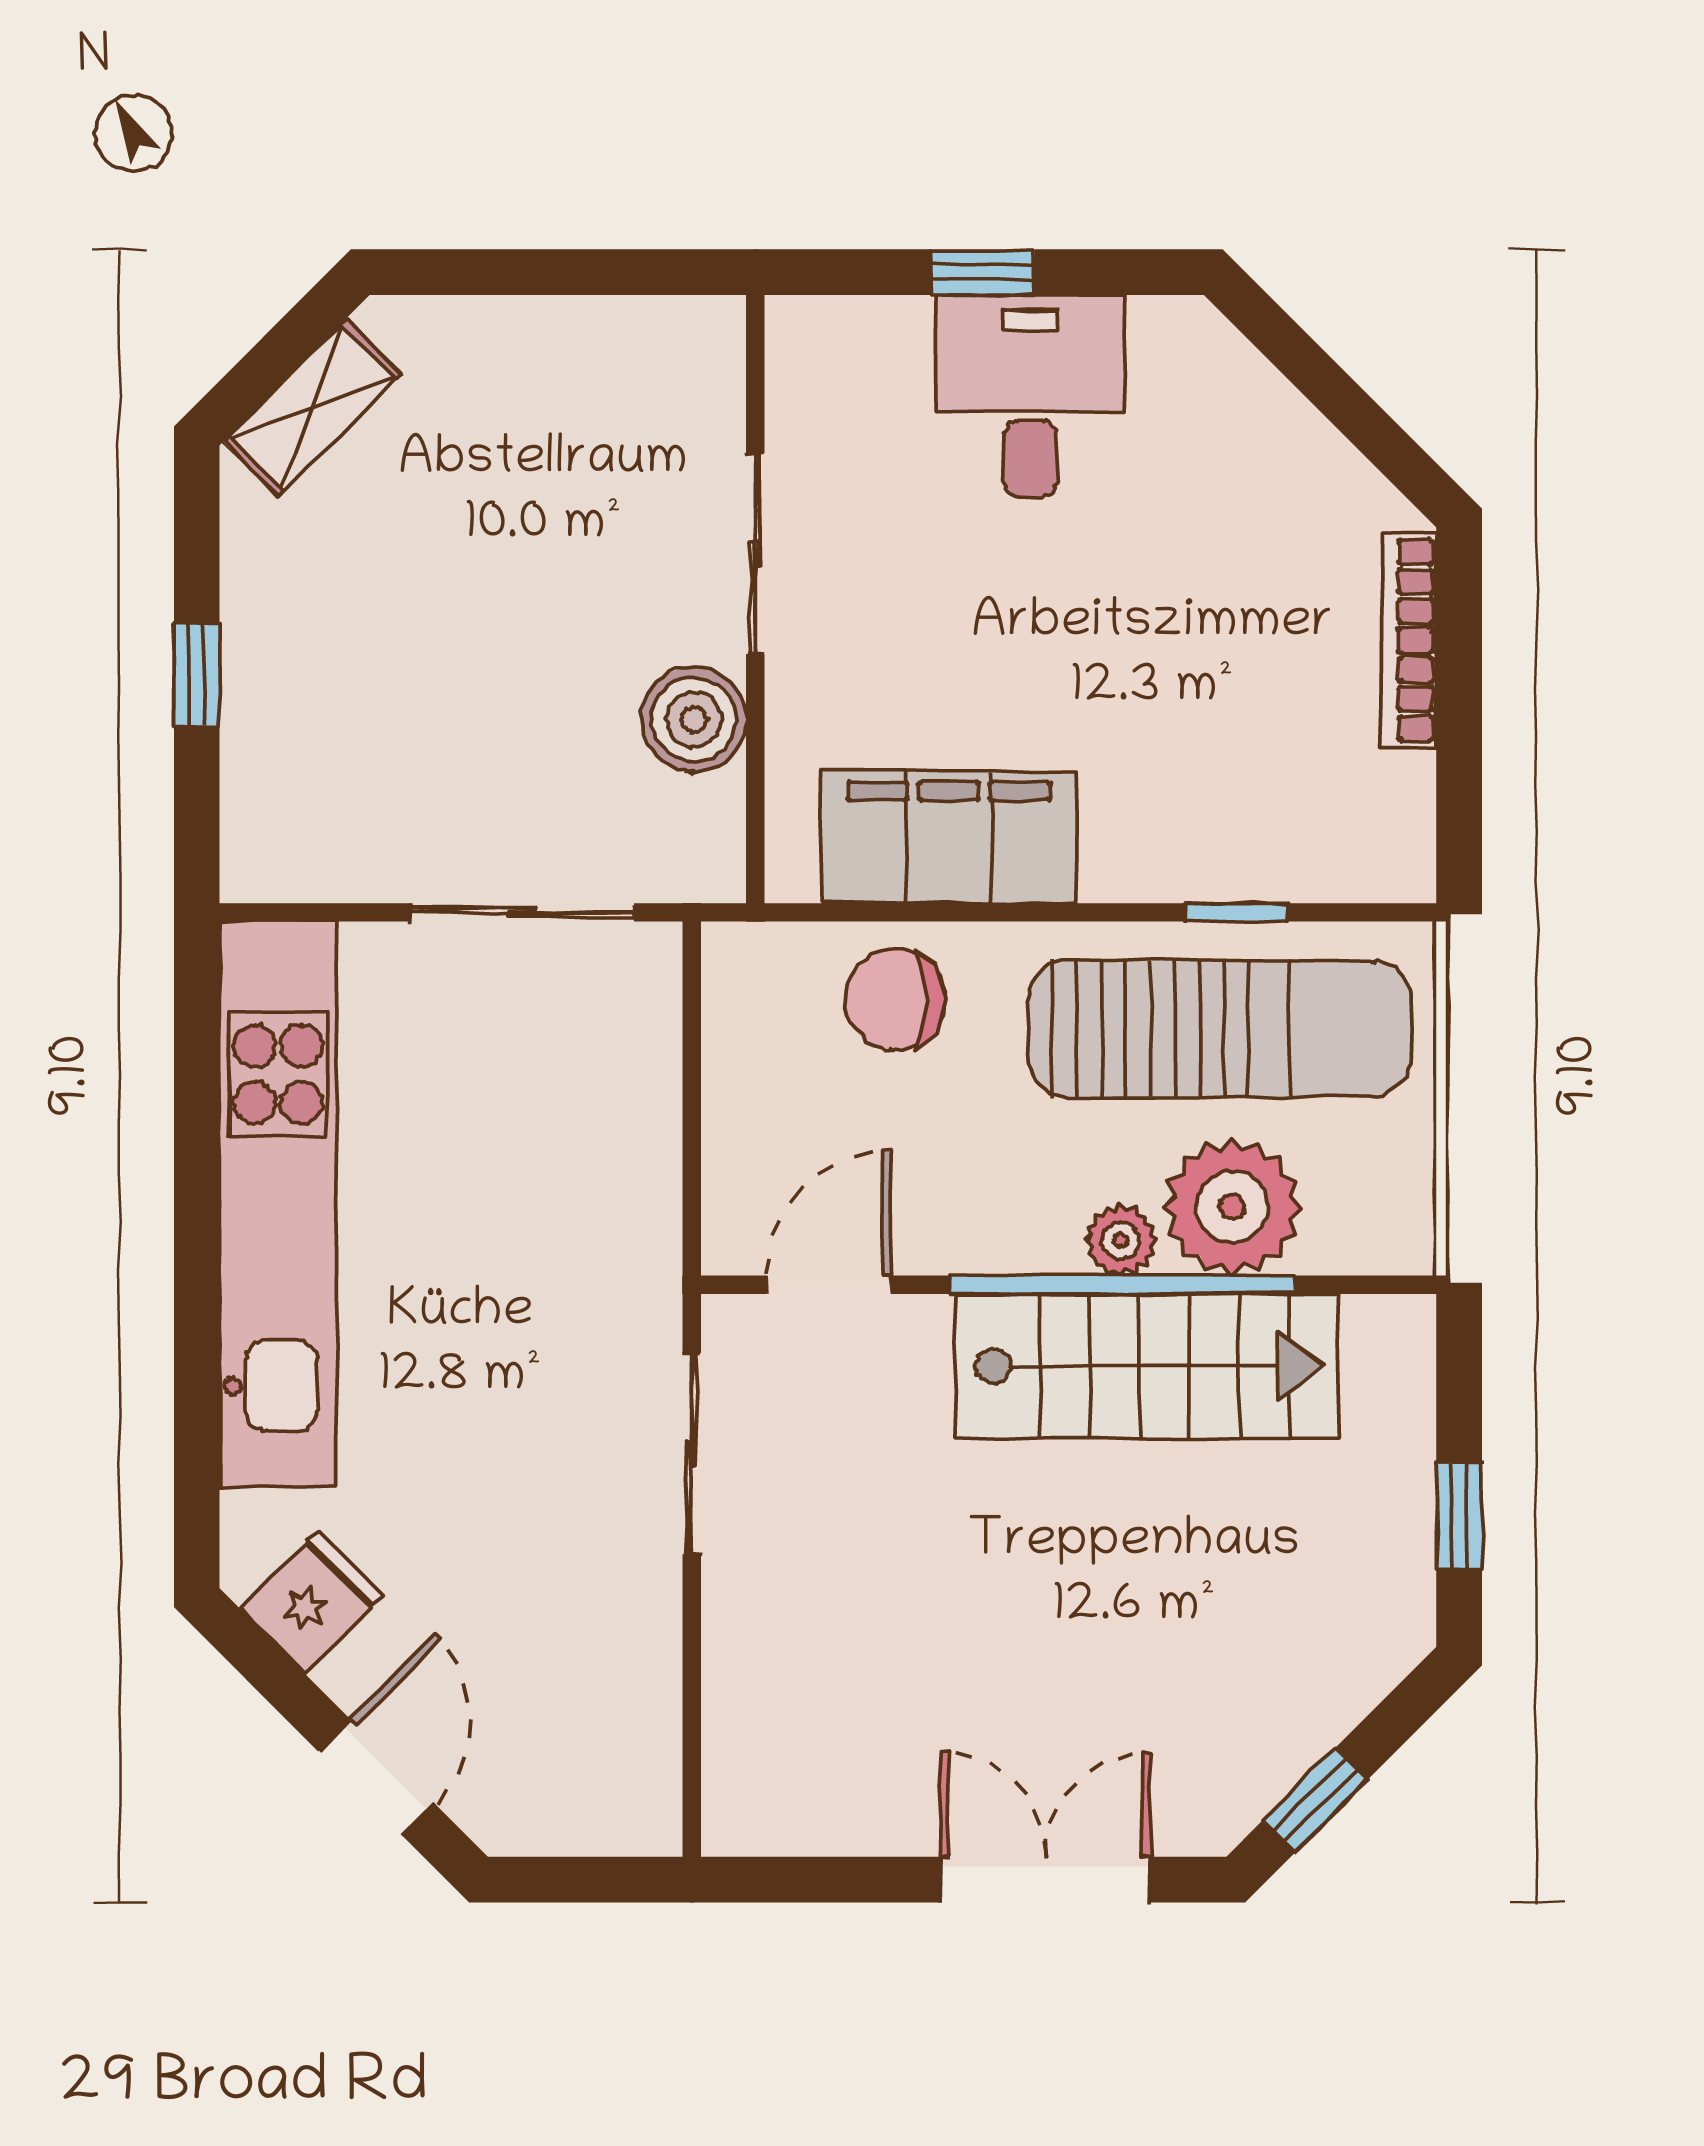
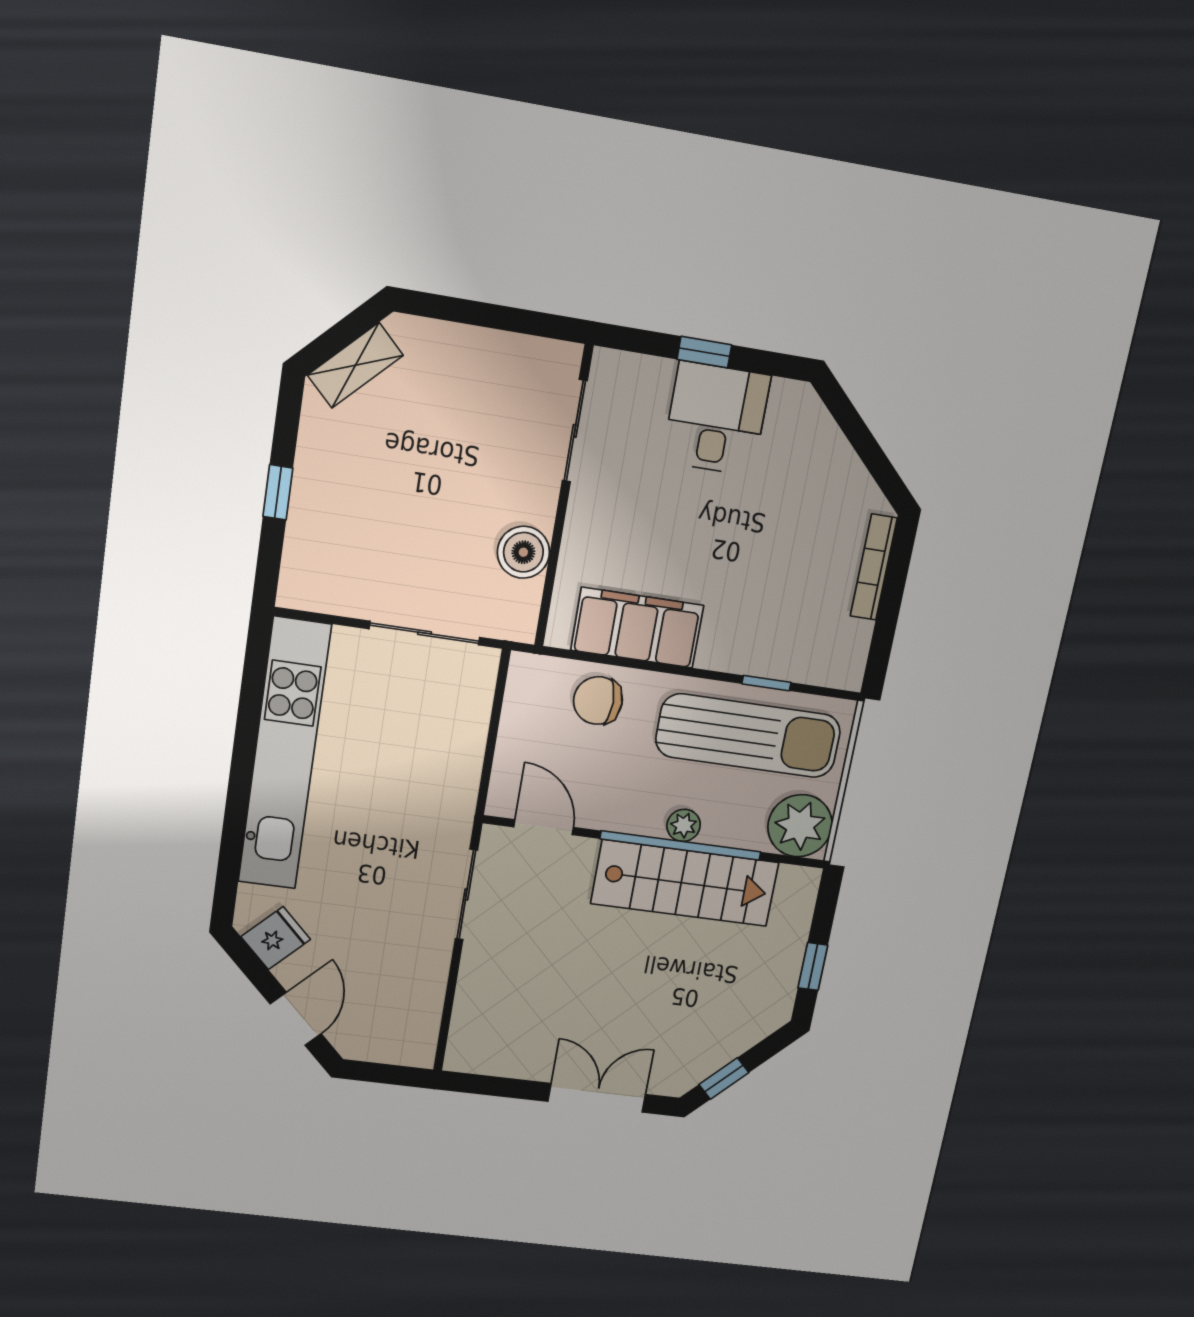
sliding door: (755, 554) -> (575, 431), moved
plant: (1232, 1207) -> (800, 826), moved
door: (829, 1285) -> (544, 827), hinge flipped

